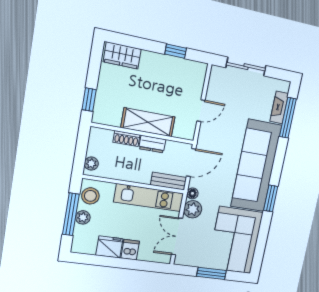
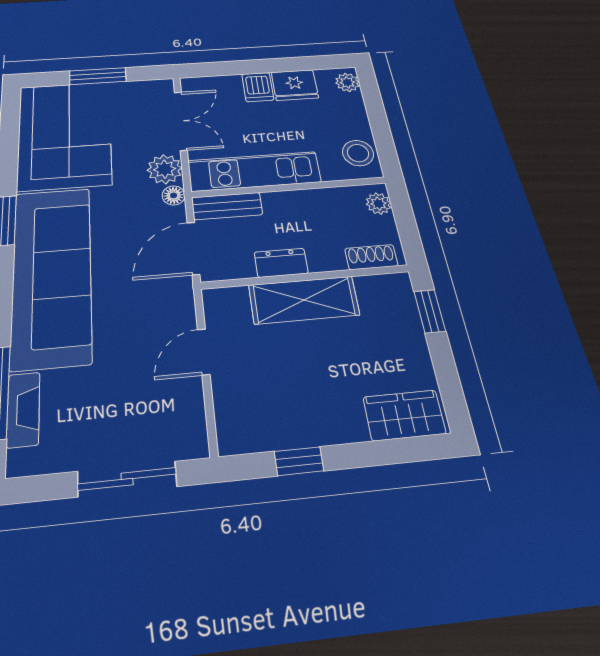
shoe rack: (126, 139) -> (371, 257), moved
window: (71, 214) -> (378, 120), removed
plant: (83, 217) -> (347, 82), moved

